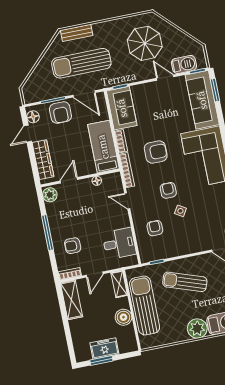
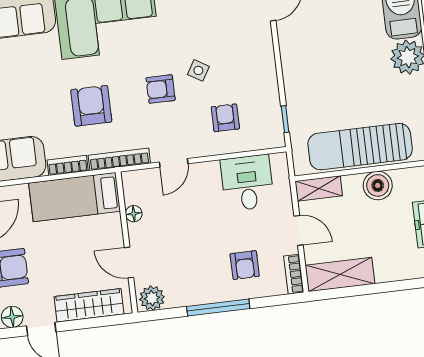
armchair: (155, 228) -> (225, 118), turned 90
sun lounger: (185, 282) -> (324, 73), removed

